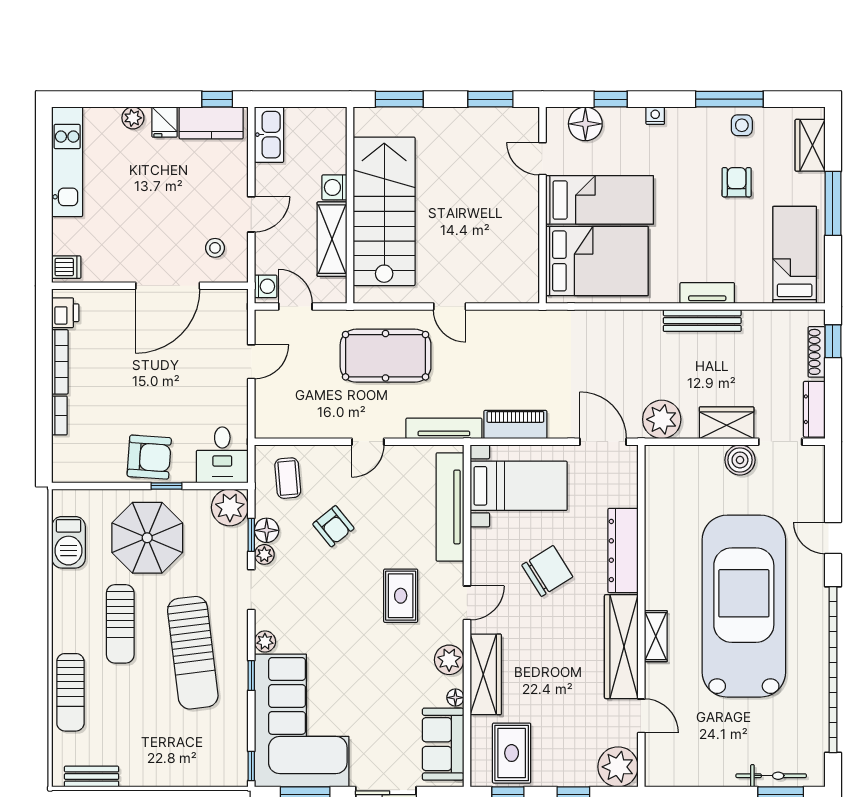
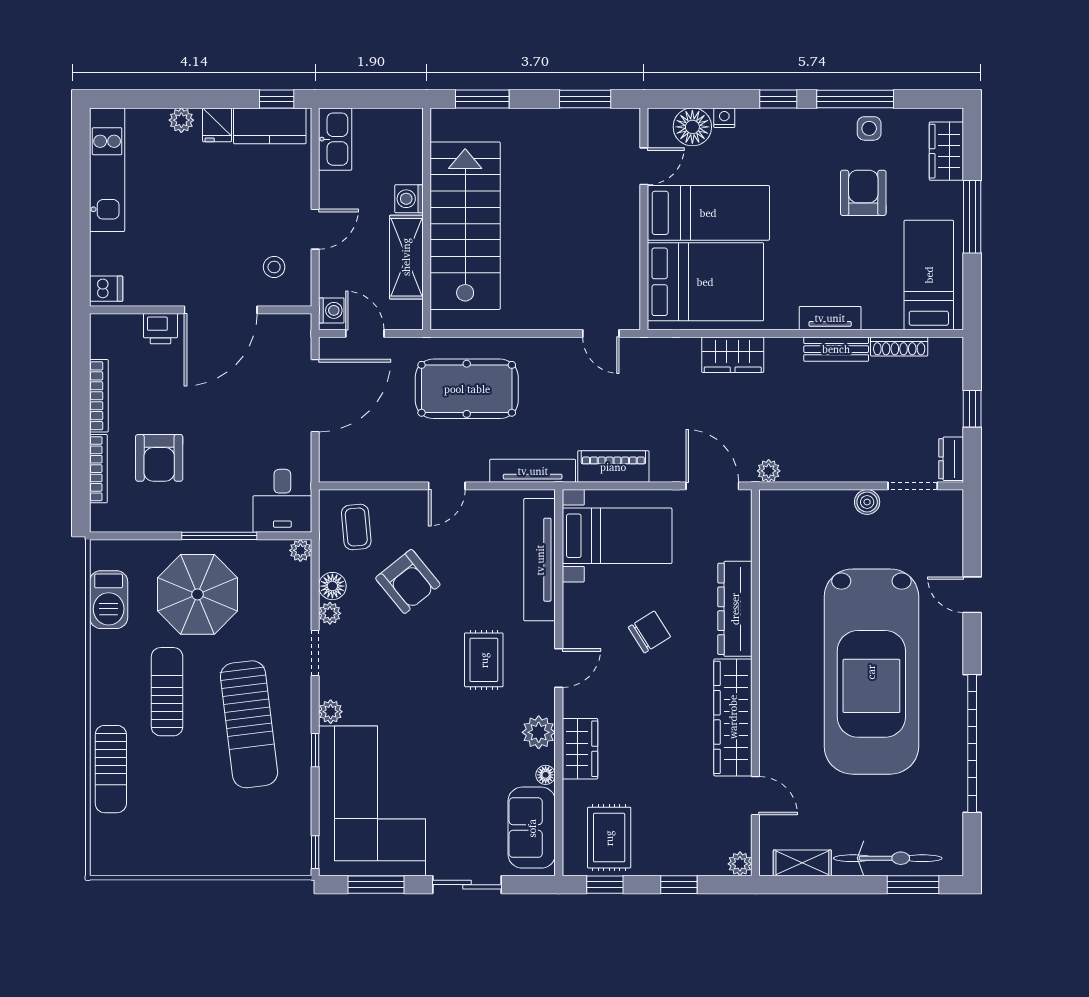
window: (611, 99) -> (778, 99), moved
nightstand: (655, 116) -> (724, 118), moved
door: (542, 159) -> (644, 166), swing flipped
armchair: (737, 182) -> (863, 193), width x1.38, depth x1.38
door: (450, 307) -> (601, 333), moved
printer: (65, 313) -> (160, 329), moved, turned 90
bench: (702, 321) -> (836, 349), width x0.73
window: (833, 341) -> (972, 409), moved
shoe rack: (817, 352) -> (899, 346), moved, turned -90
door: (251, 362) -> (315, 396), width x1.88
dresser: (814, 409) -> (951, 459), width x0.70
bookcase: (59, 415) -> (98, 469), width x1.56
plant: (662, 419) -> (769, 471), width x0.53, depth x0.53
wardrobe: (727, 423) -> (733, 355), moved, turned 180
armchair: (149, 457) -> (159, 458), moved, turned 86
boiler: (740, 460) -> (867, 502), width x0.73, depth x0.73
window: (166, 486) -> (219, 536), width x2.17
plant: (230, 507) -> (300, 550), width x0.53, depth x0.53
armchair: (333, 526) -> (408, 581), width x1.38, depth x1.38
window: (251, 535) -> (315, 591), removed
chair: (547, 571) -> (649, 632), width x0.73, depth x0.73
car: (744, 606) -> (871, 672), turned 180
sun lounger: (120, 624) -> (167, 692), turned 180
shelving: (656, 636) -> (802, 863), moved, turned 90
garage door: (833, 670) -> (972, 743), width x0.73
wardrobe: (486, 674) -> (580, 749), width x0.67
plant: (618, 767) -> (740, 864), width x0.53, depth x0.53
bicycle: (771, 776) -> (888, 858), width x1.37, depth x1.40
bench: (92, 777) -> (135, 864), removed

